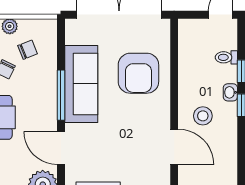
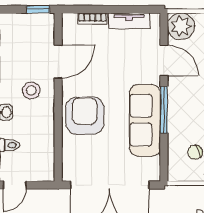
armchair: (138, 73) -> (85, 116), moved
door: (174, 147) -> (58, 61), swing flipped

